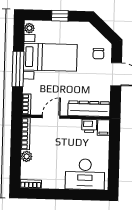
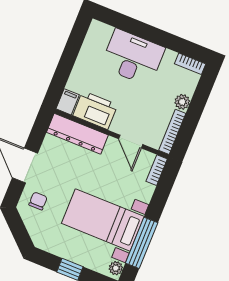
window: (18, 69) -> (142, 243), moved
door: (51, 117) -> (131, 142), hinge flipped
printer: (89, 126) -> (95, 110), width x1.87, depth x1.48
desk: (85, 174) -> (133, 57), moved

